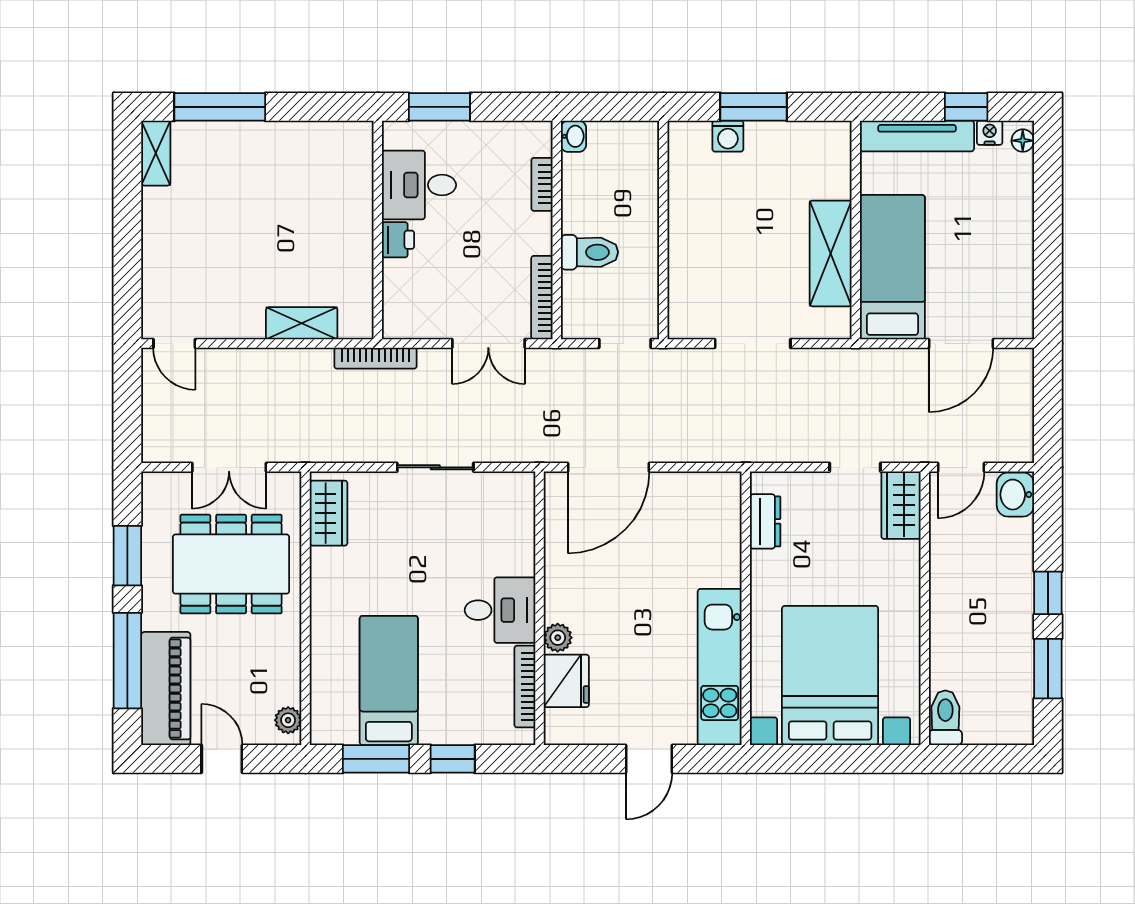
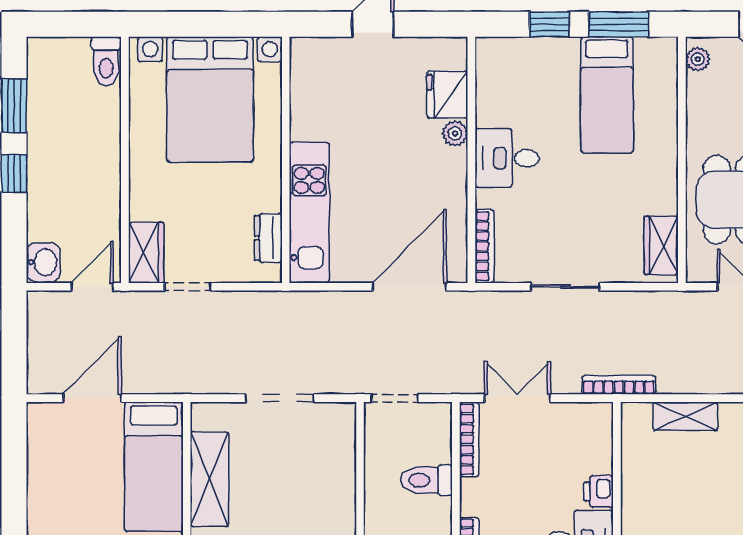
kitchen unit: (720, 667) -> (309, 213), moved
bookcase: (525, 687) -> (485, 246), moved

